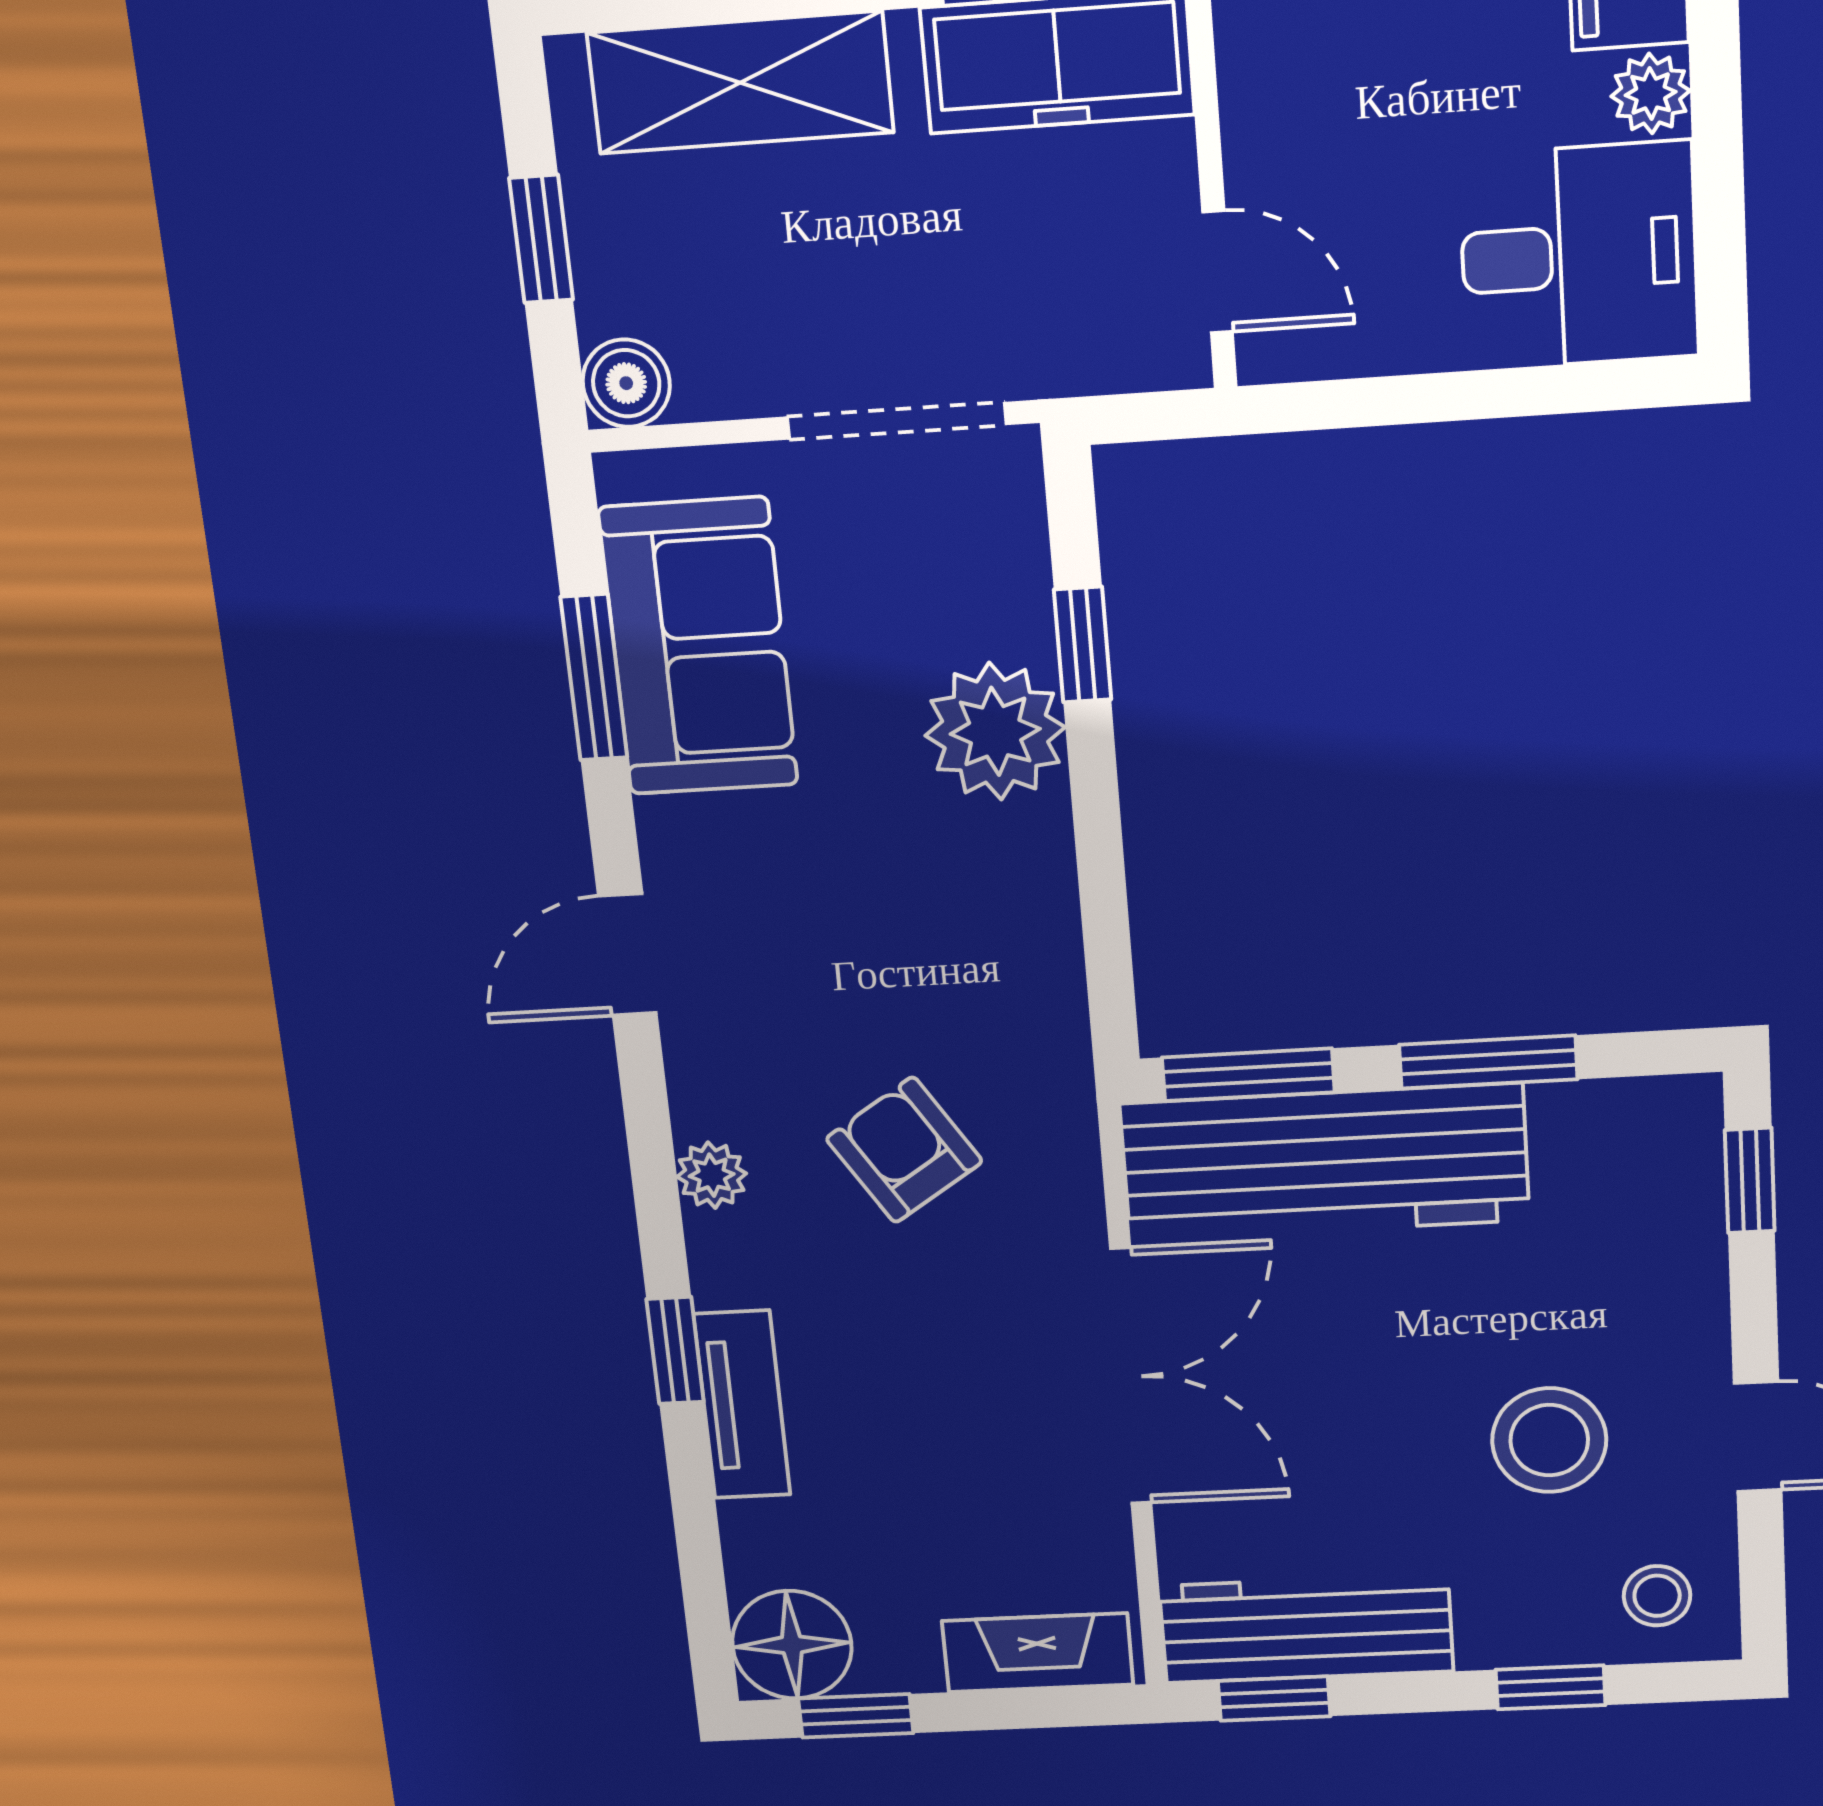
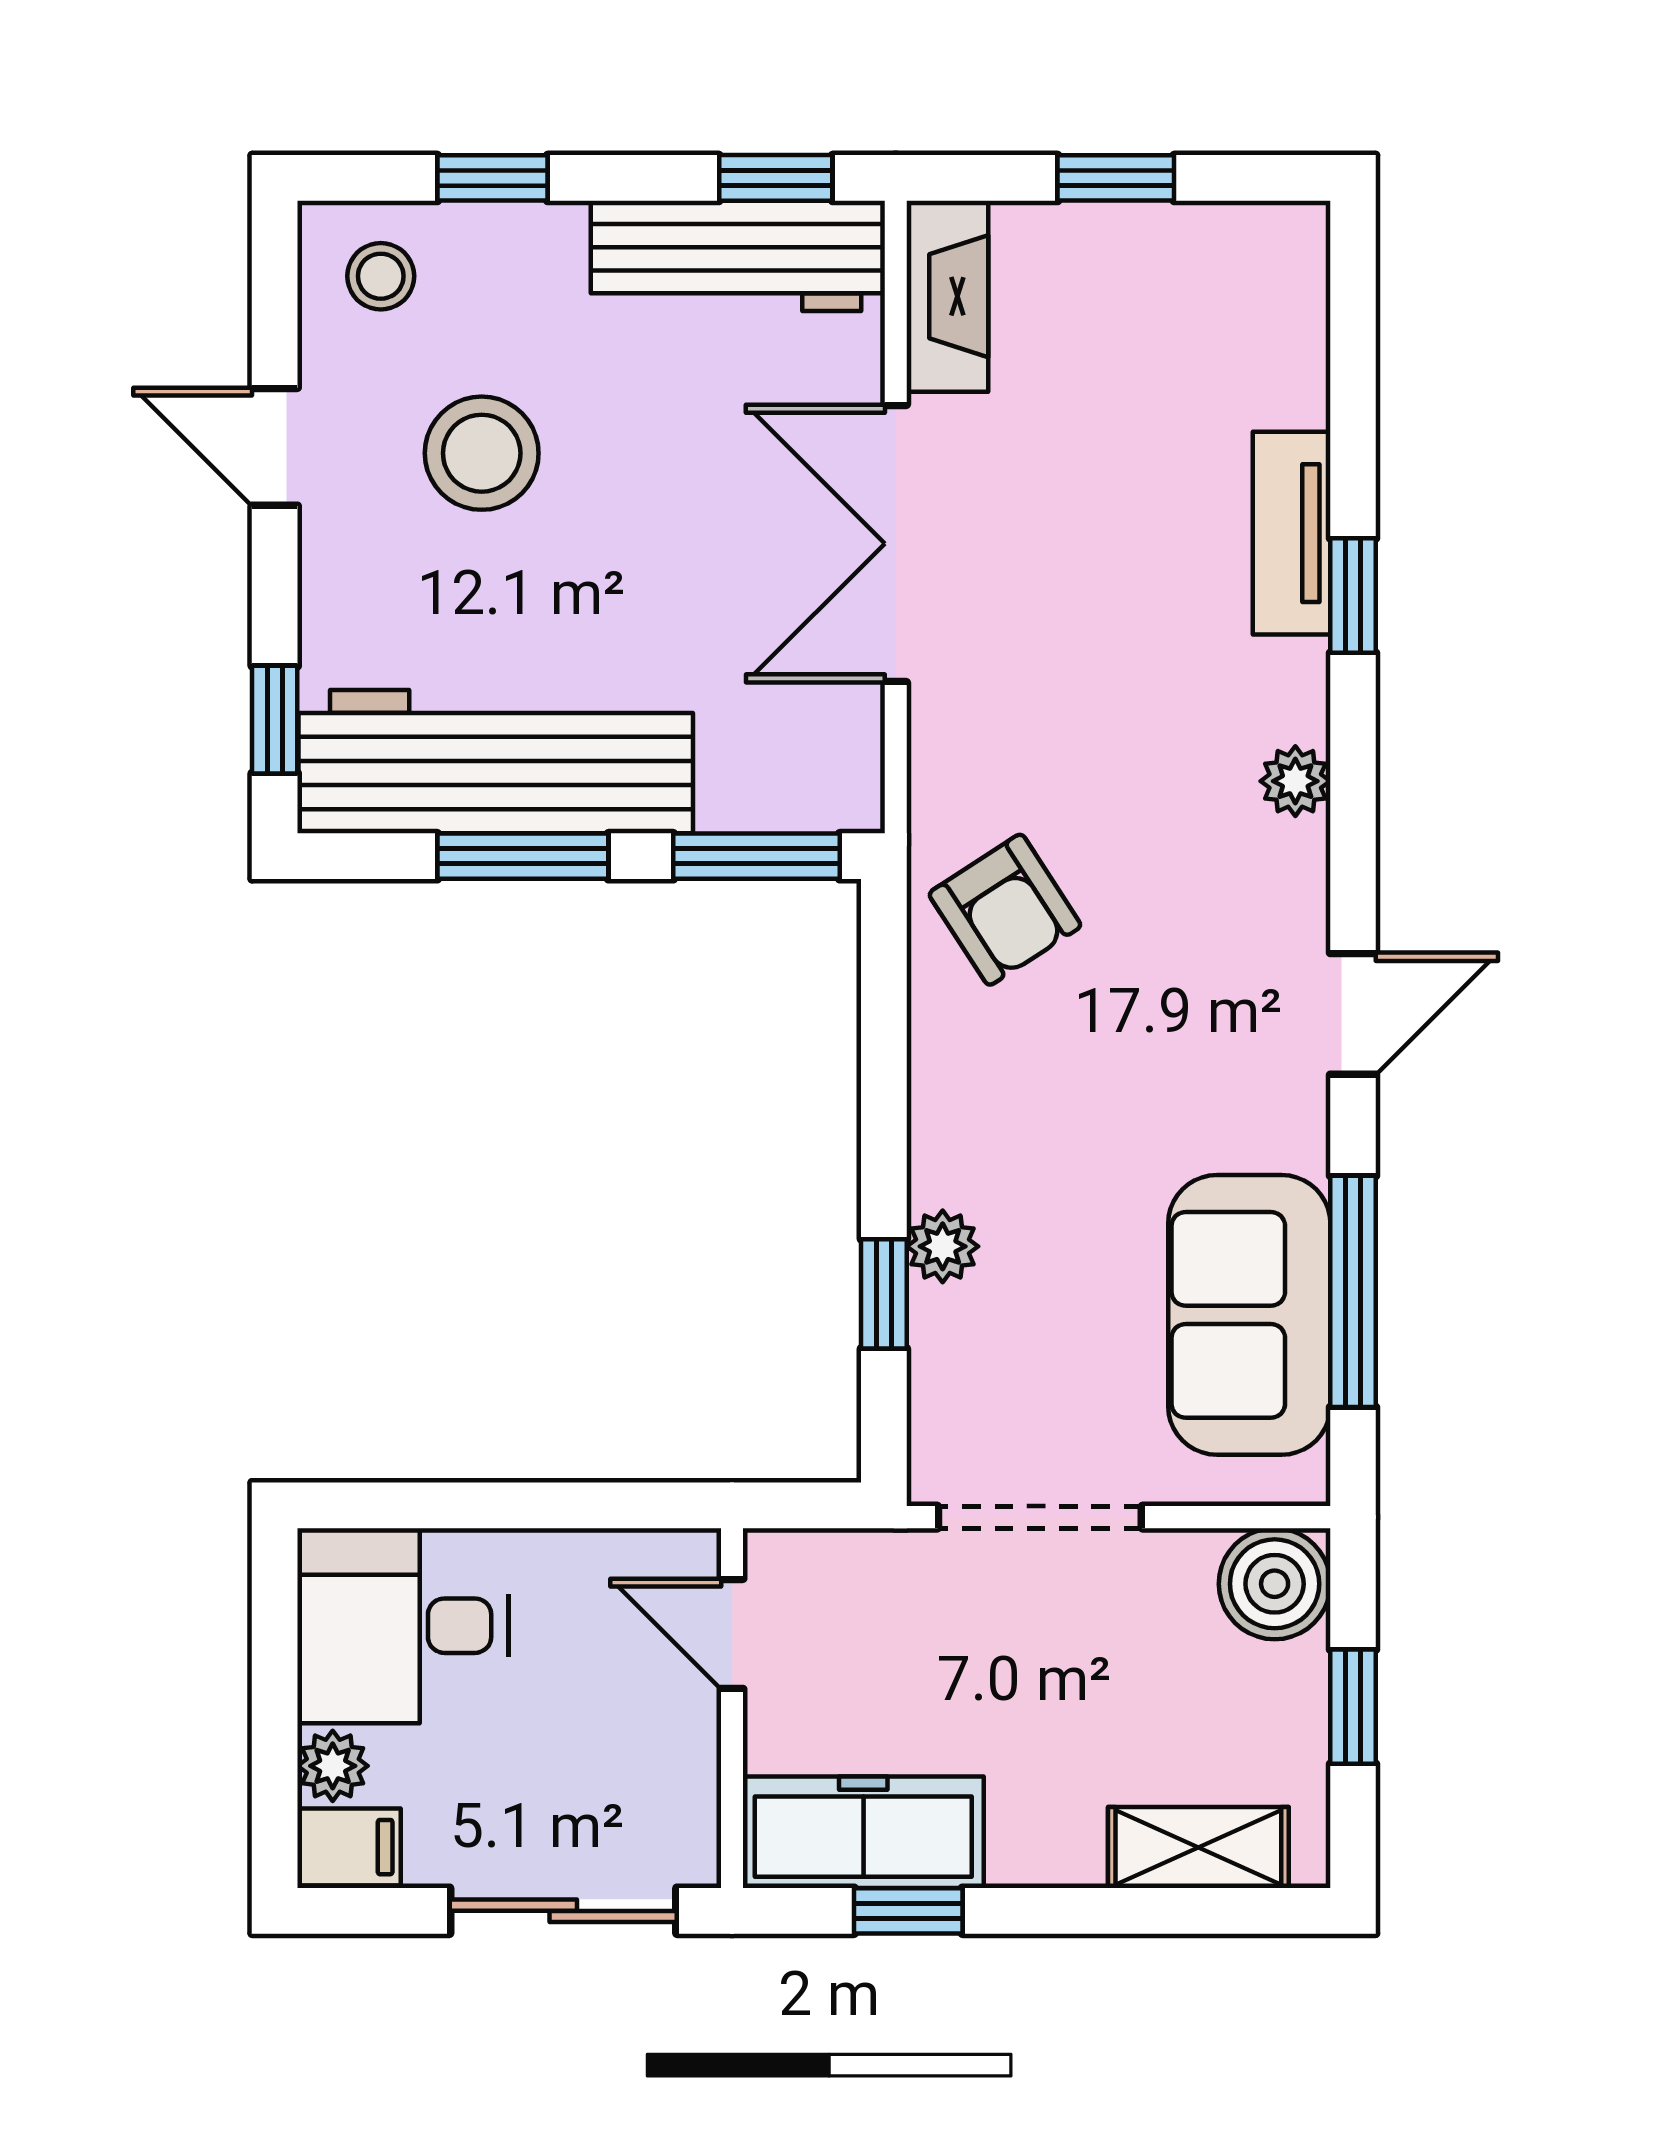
shelving: (740, 83) -> (1198, 1847), width x0.67, depth x0.75
boiler: (626, 383) -> (1275, 1584), width x1.36, depth x1.36
window: (594, 677) -> (1353, 1291), width x1.44
plant: (995, 731) -> (943, 1246), width x0.53, depth x0.53
armchair: (904, 1150) -> (1005, 910), moved
workbench: (1325, 1162) -> (496, 762), moved
floor lamp: (792, 1645) -> (1268, 262), removed
fireplace: (1038, 1653) -> (947, 296), moved, turned -90
window: (856, 1716) -> (1116, 178), moved

